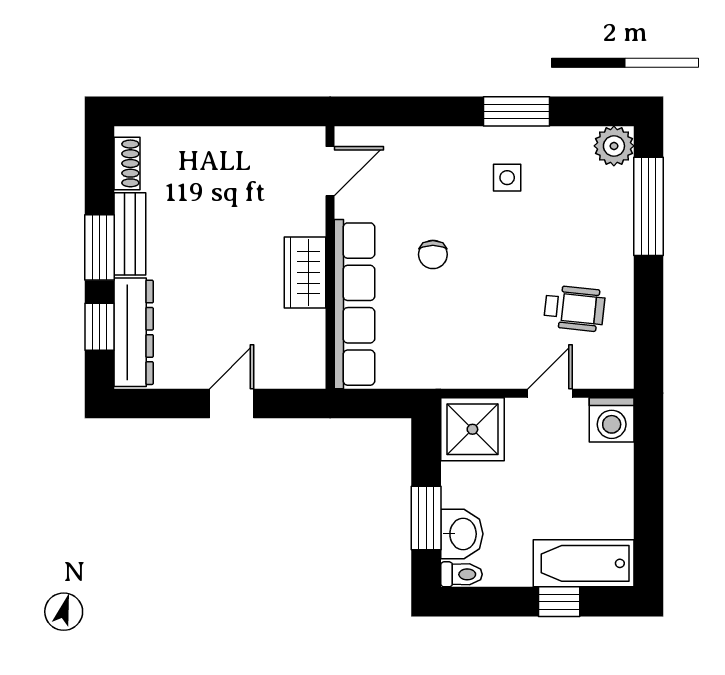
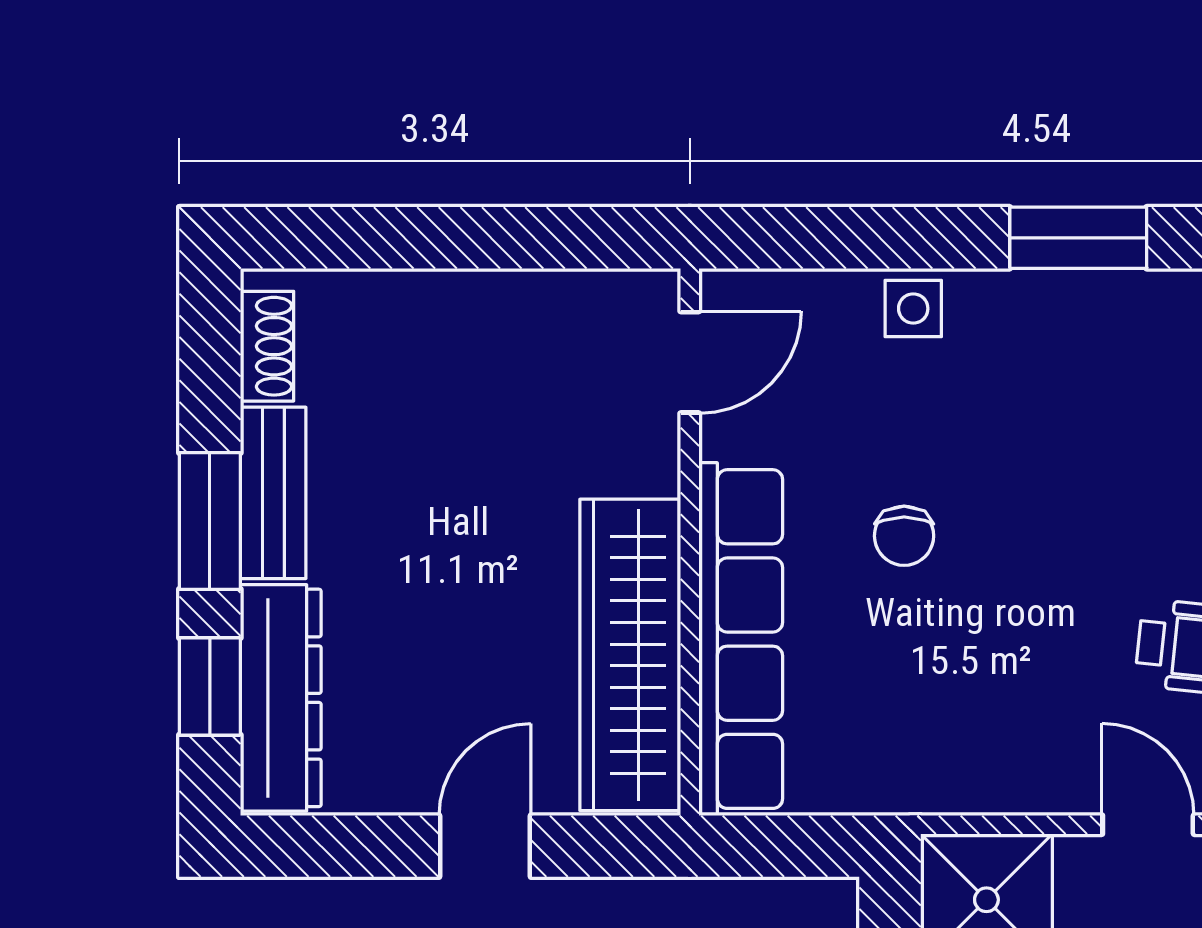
side table: (507, 178) -> (913, 309), moved
wardrobe: (305, 273) -> (630, 655), width x2.10, depth x1.17
door: (550, 393) -> (1148, 825), hinge flipped

